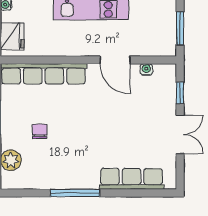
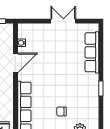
window: (180, 93) -> (37, 21), removed
window: (75, 193) -> (101, 89), width x0.46

